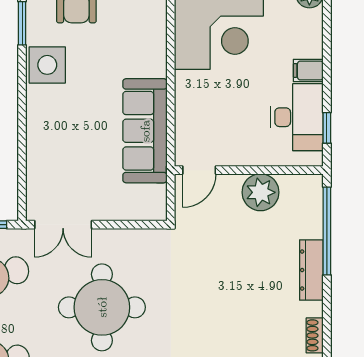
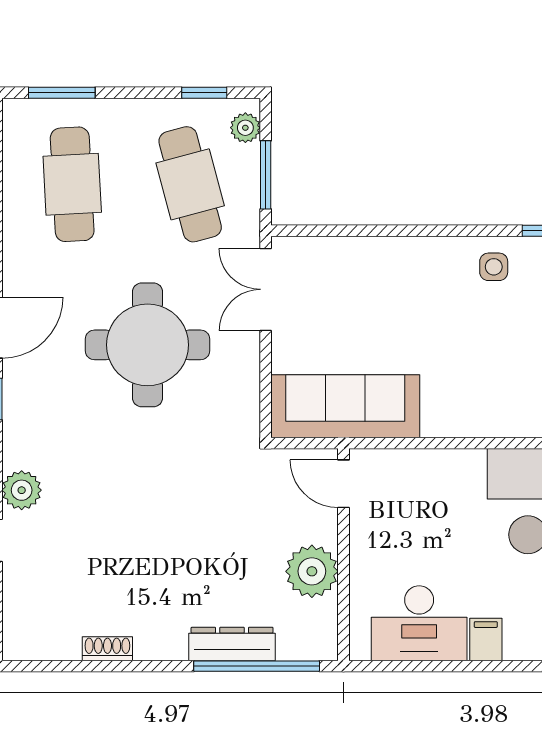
side table: (47, 65) -> (494, 267), width x0.54, depth x0.54
window: (327, 128) -> (404, 666), removed
sofa: (145, 131) -> (345, 406), moved
dresser: (311, 270) -> (232, 644), moved

